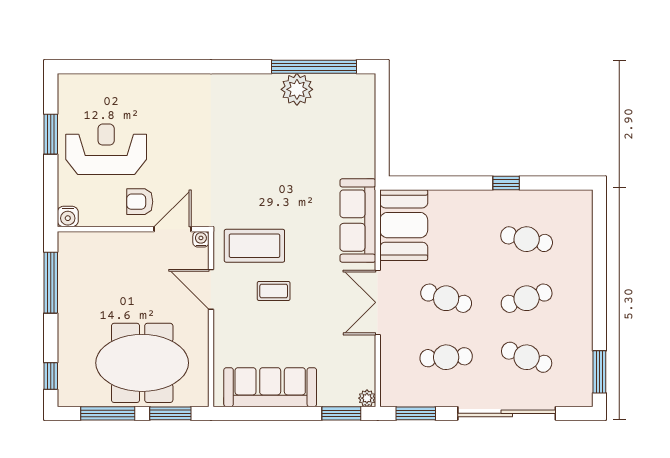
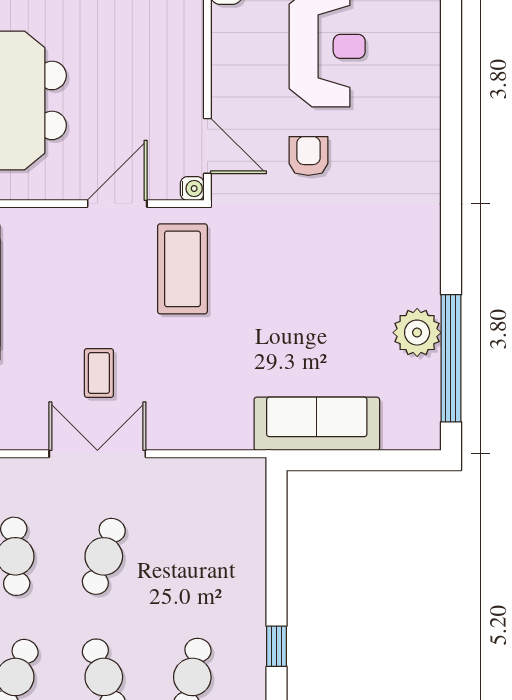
armchair: (140, 202) -> (308, 156), moved
sofa: (358, 221) -> (317, 424), moved
booth: (404, 225) -> (213, 493), removed
coffee table: (274, 291) -> (99, 373), moved

